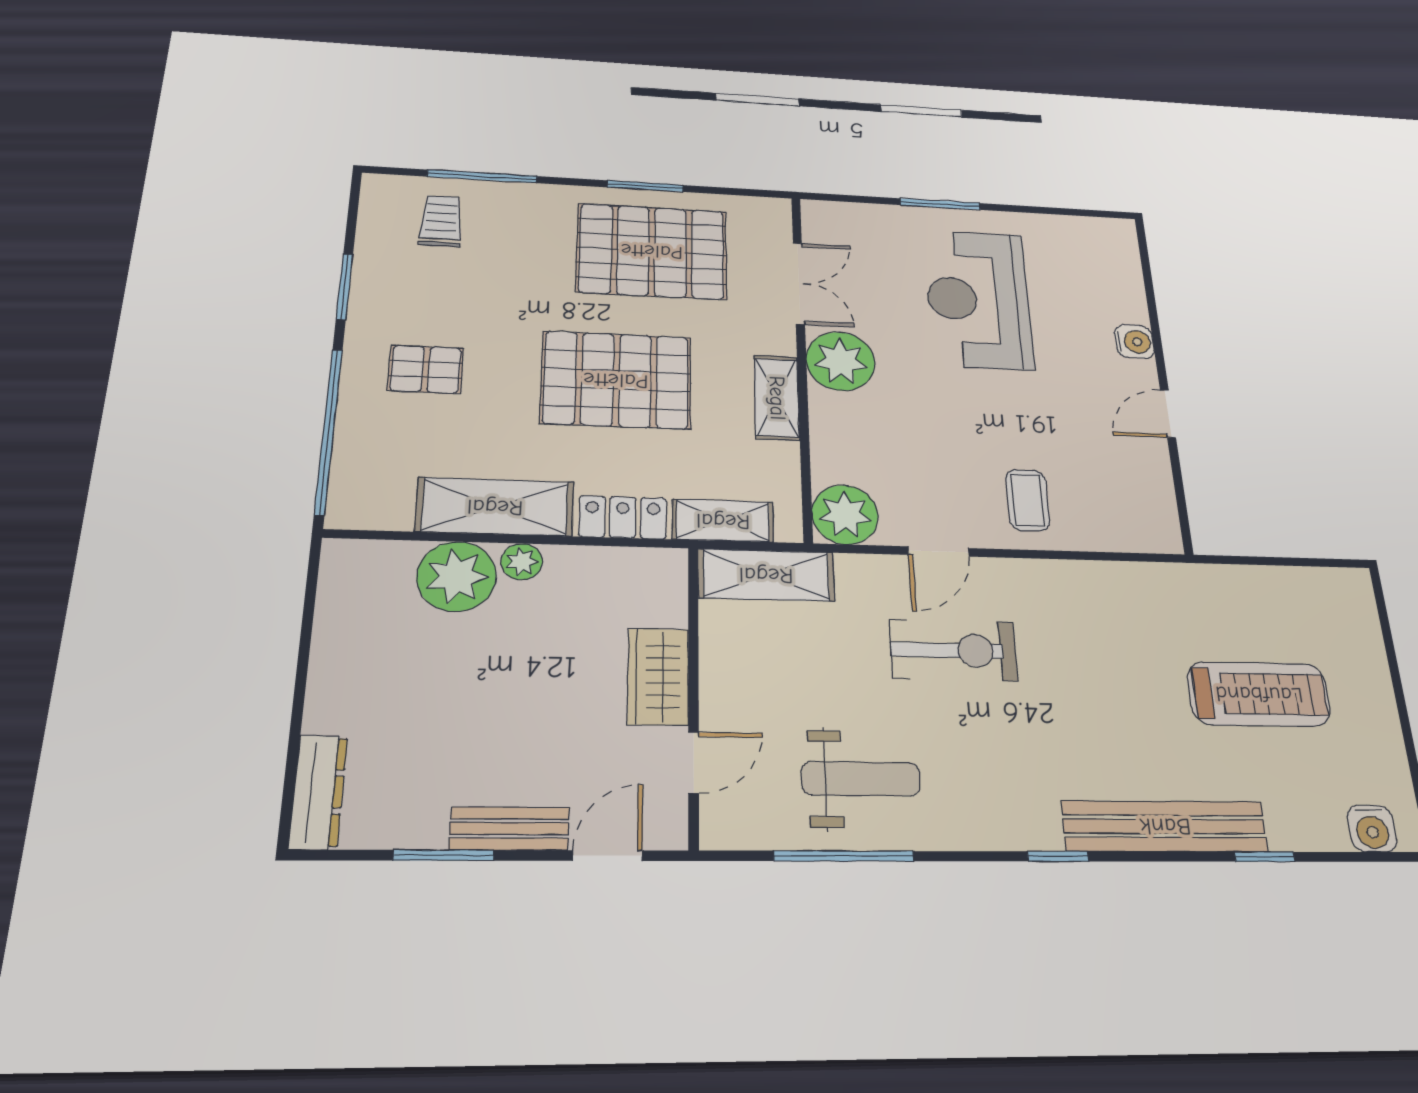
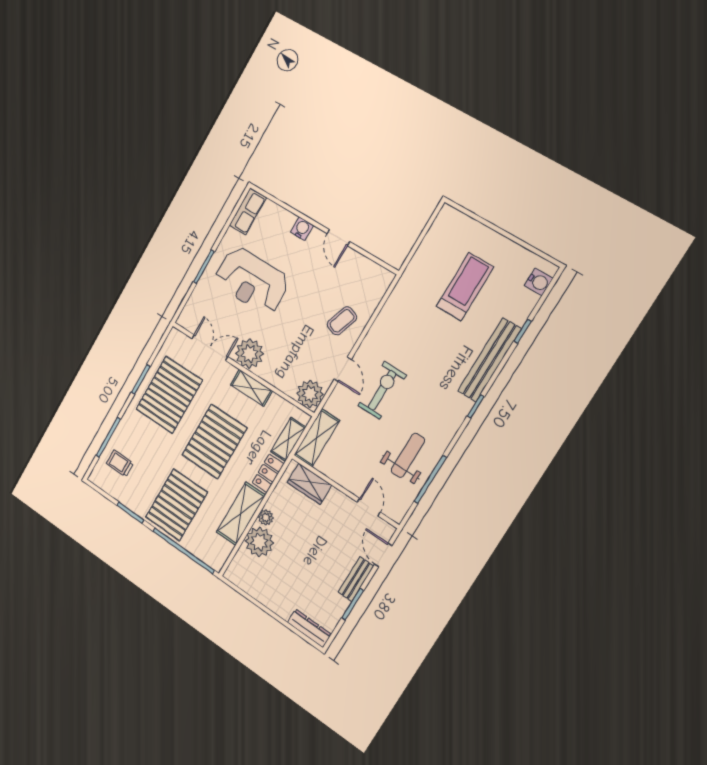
row of seats: (1092, 234) -> (248, 212), added
pallet: (426, 369) -> (177, 505), width x2.05, depth x2.00
coffee table: (1028, 500) -> (342, 321), turned -71
wardrobe: (658, 677) -> (309, 484), moved

